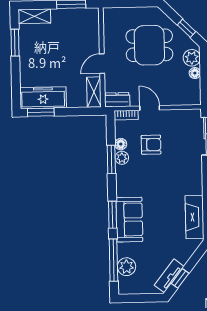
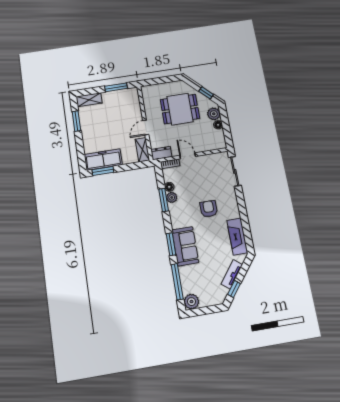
armchair: (151, 145) -> (209, 209), moved, turned -90
plant: (127, 267) -> (191, 302), moved
tv unit: (169, 276) -> (232, 274), moved

